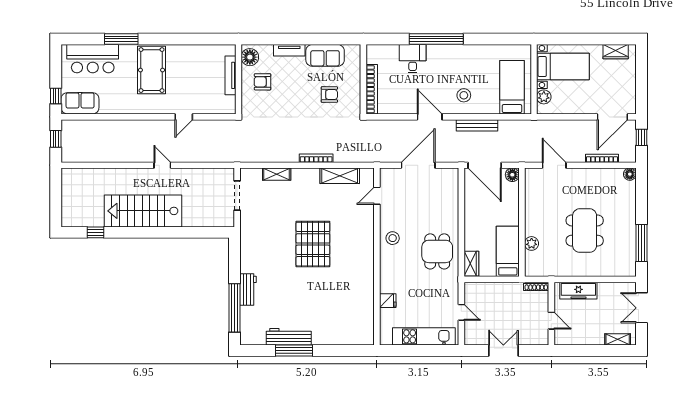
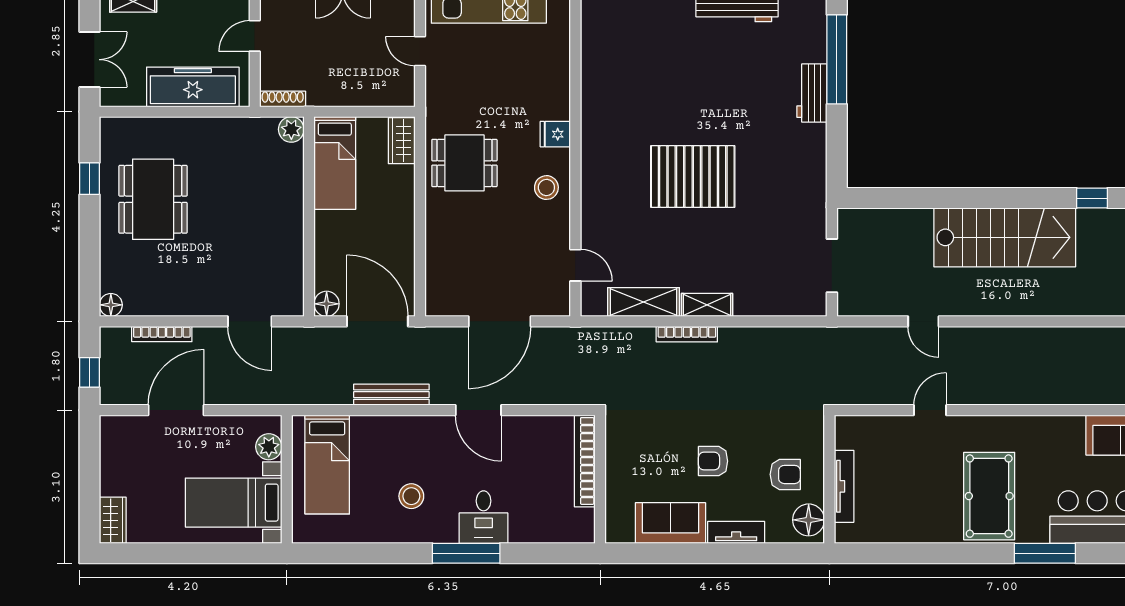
window: (436, 39) -> (466, 553), width x0.68
wardrobe: (616, 52) -> (113, 520), moved, turned 90
desk: (413, 59) -> (484, 517), moved
armchair: (329, 95) -> (713, 461), moved
stool: (464, 95) -> (411, 496), moved
door: (612, 117) -> (176, 410), moved
door: (162, 165) -> (923, 321), moved
shelving: (277, 174) -> (707, 305), moved
door: (377, 196) -> (575, 265), hinge flipped
dining table: (585, 231) -> (153, 199), moved
plant: (532, 243) -> (291, 129), moved
window: (641, 243) -> (89, 179), width x0.46
pallet: (313, 244) -> (693, 177), turned 90
dining table: (437, 251) -> (464, 163), turned 90
freezer: (578, 291) -> (193, 87), width x1.36, depth x1.26
fridge: (388, 301) -> (555, 134), moved
door: (551, 321) -> (255, 36), hinge flipped

